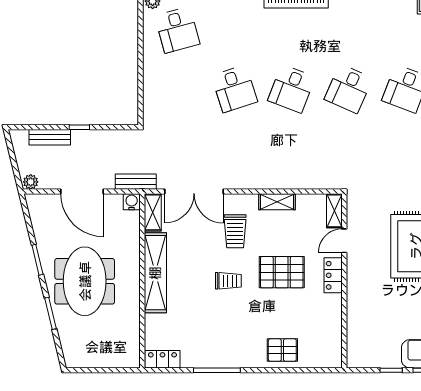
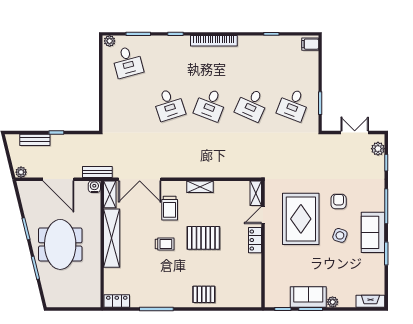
shelving: (334, 211) -> (256, 193), moved
door: (344, 241) -> (263, 215), moved
locker: (333, 275) -> (255, 240), moved
wall: (344, 281) -> (263, 244), moved

